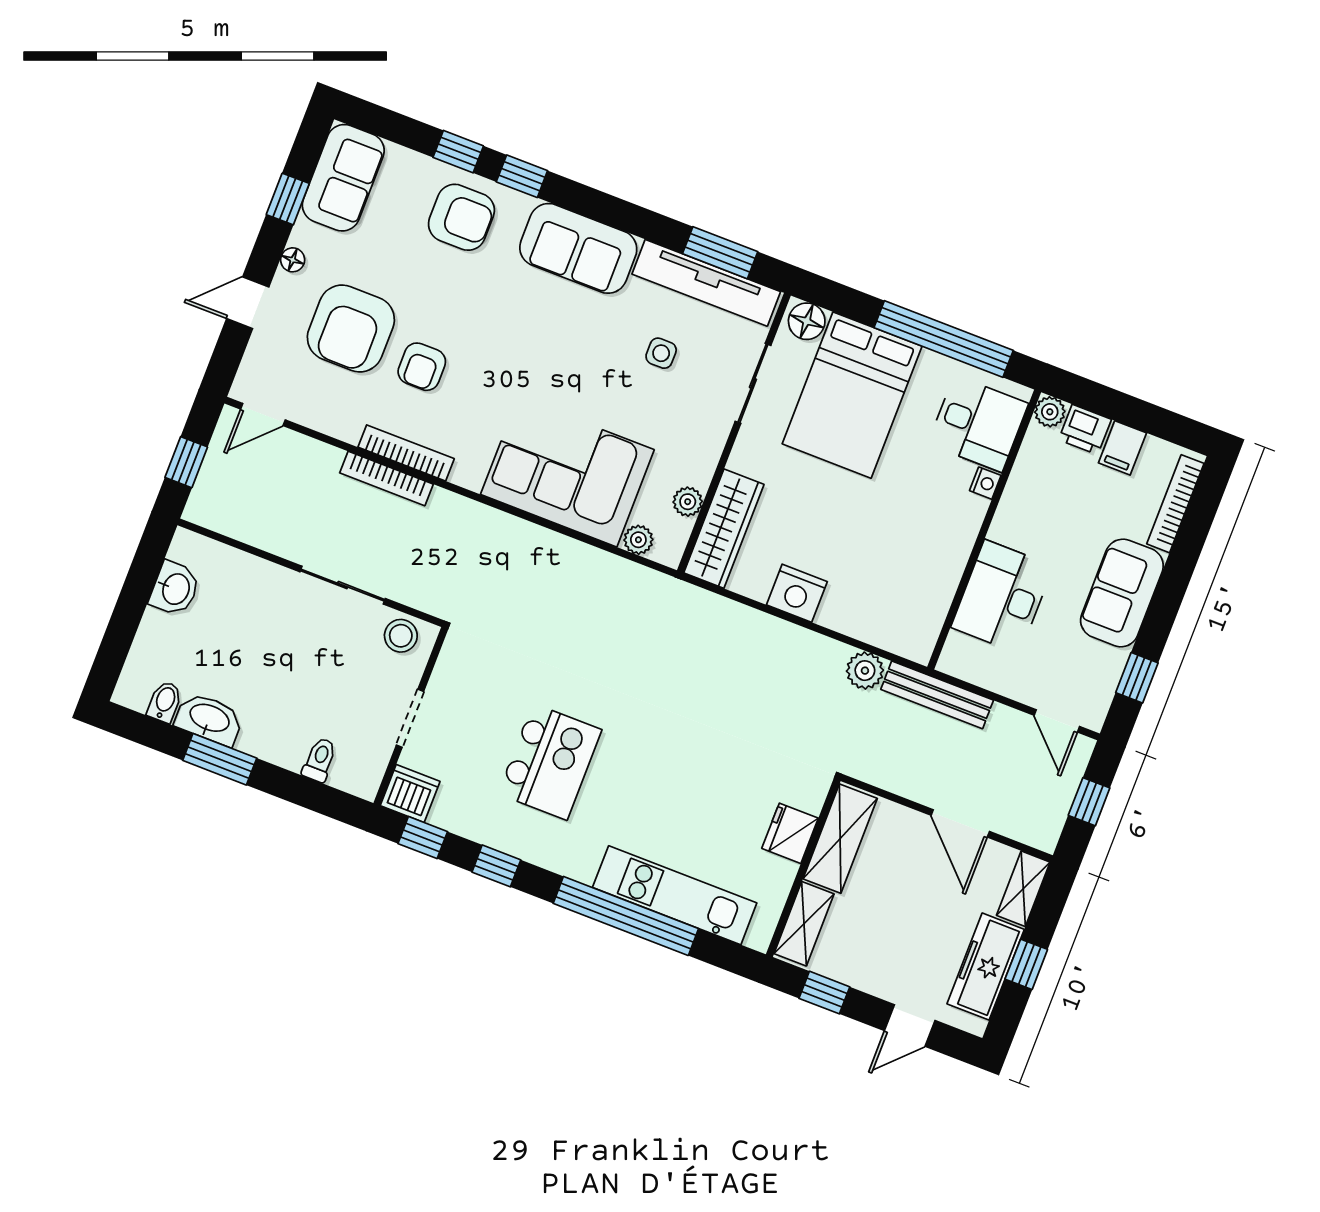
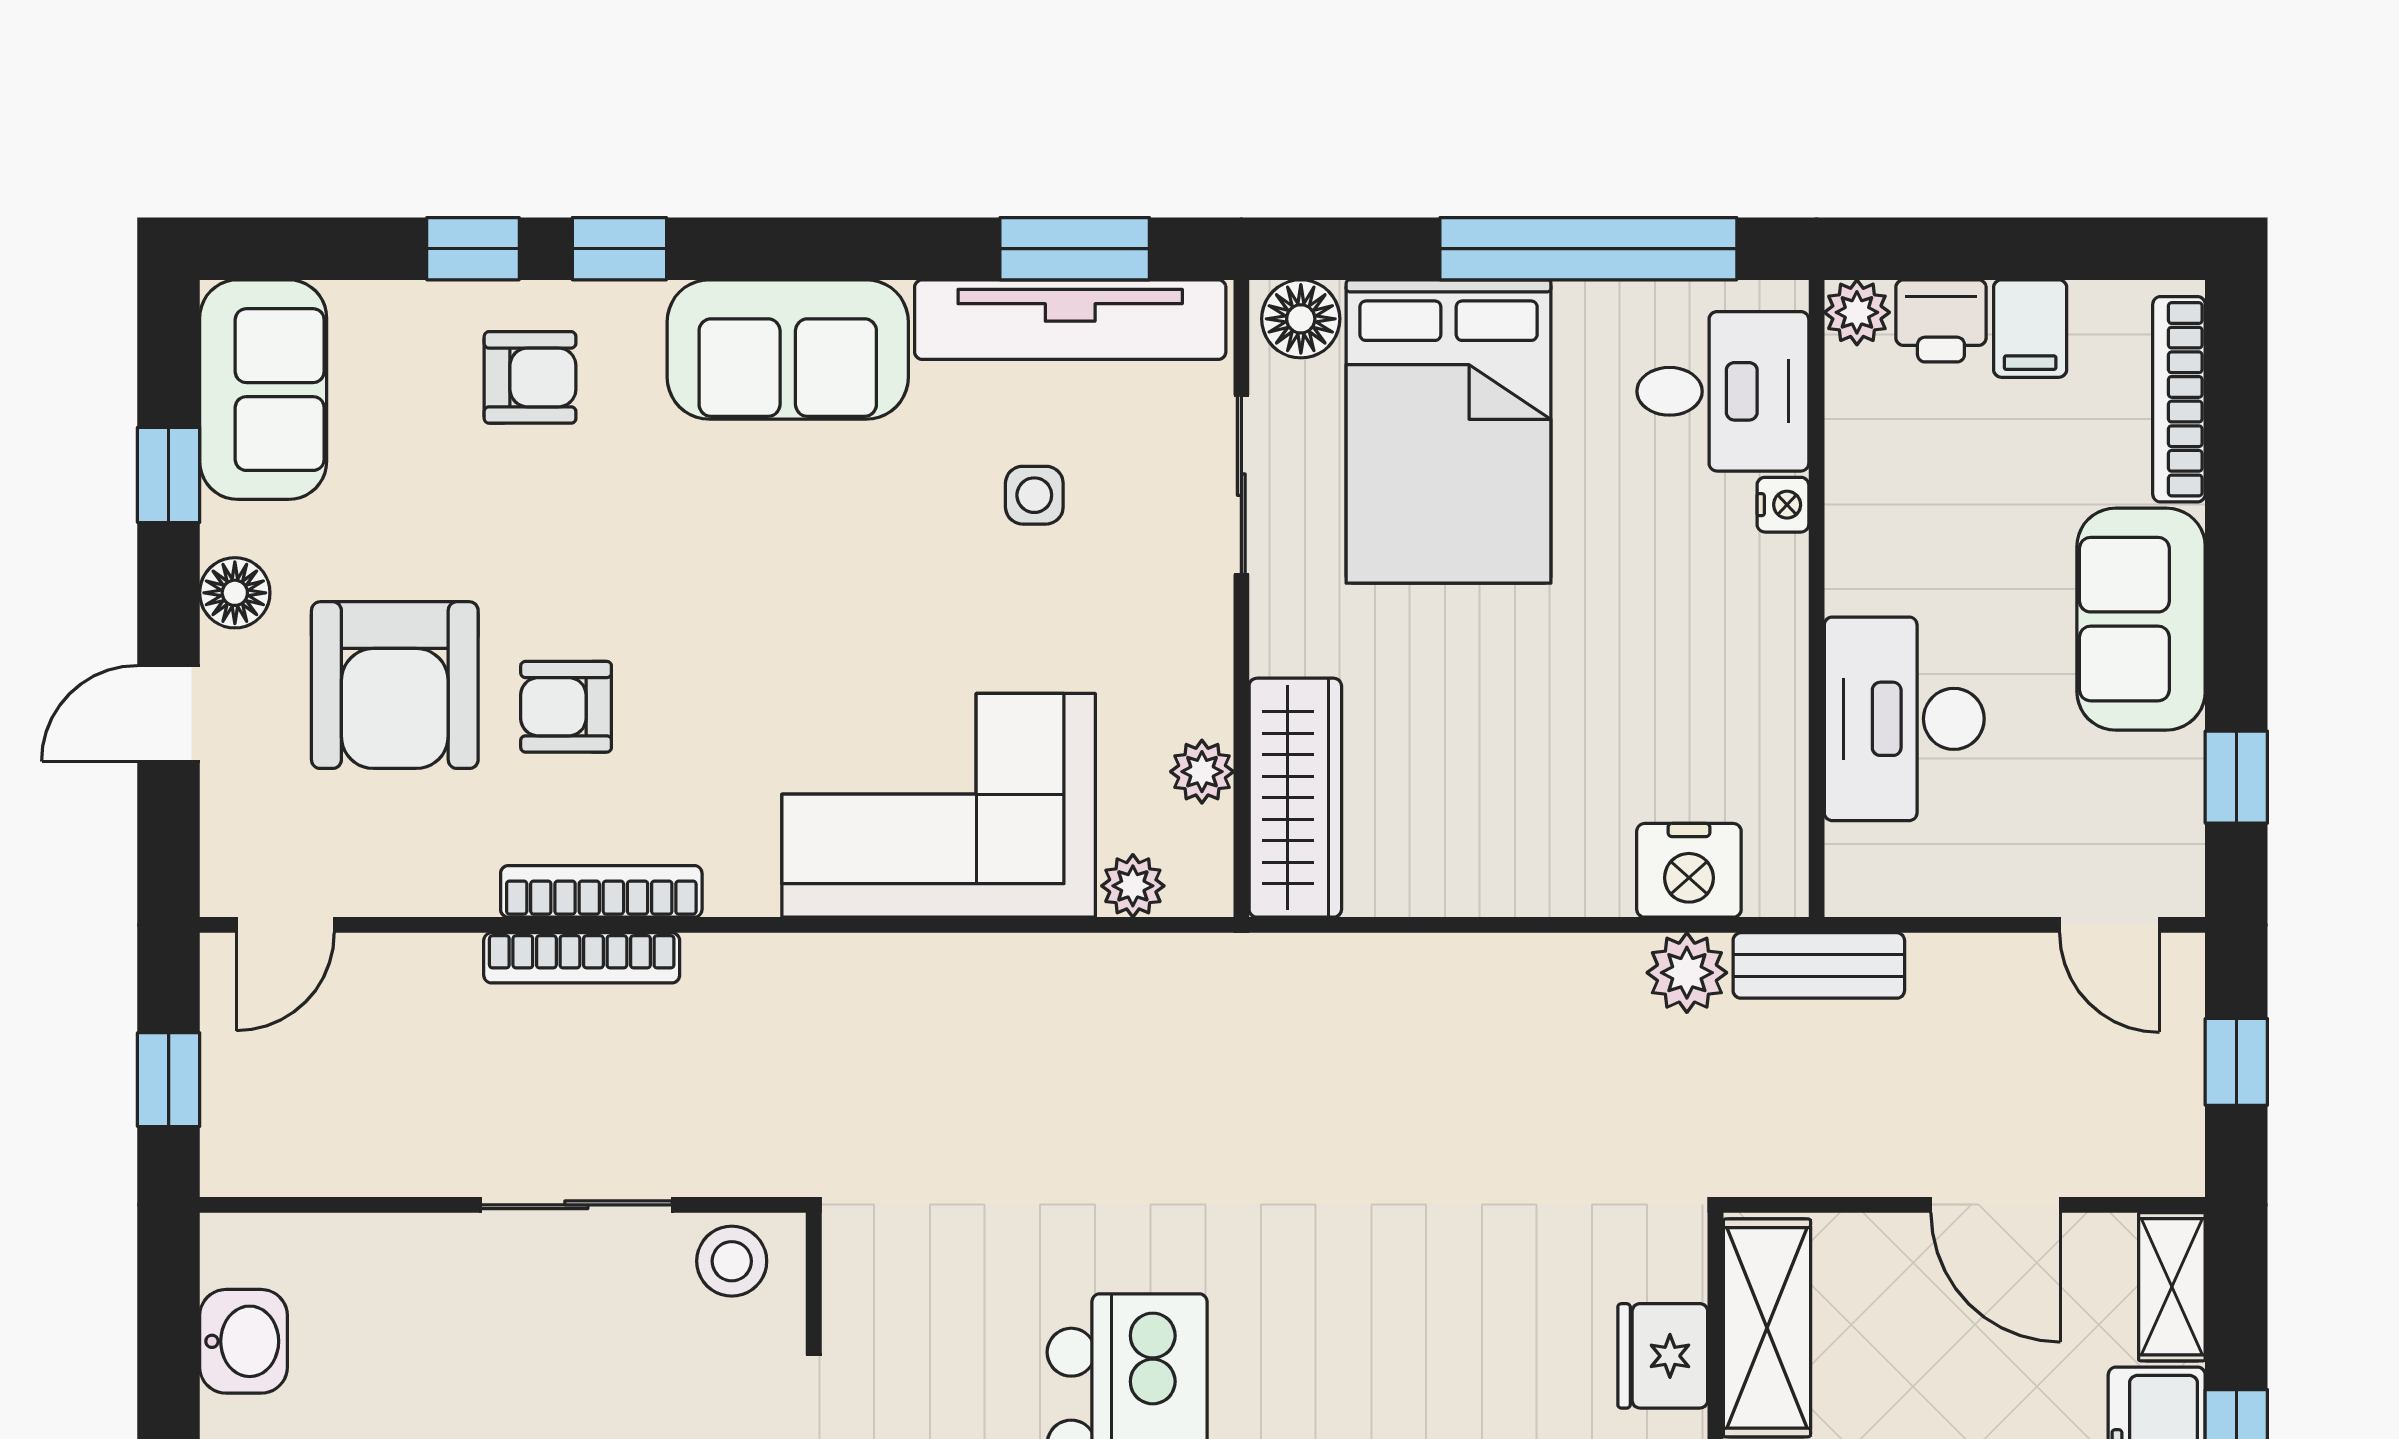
armchair: (461, 217) -> (530, 377), width x0.72, depth x0.72
floor lamp: (293, 260) -> (235, 593), width x1.37, depth x1.37
armchair: (422, 367) -> (566, 707), turned 90
nightstand: (797, 593) -> (1689, 870), moved
bench: (937, 695) -> (1819, 965), width x0.73

